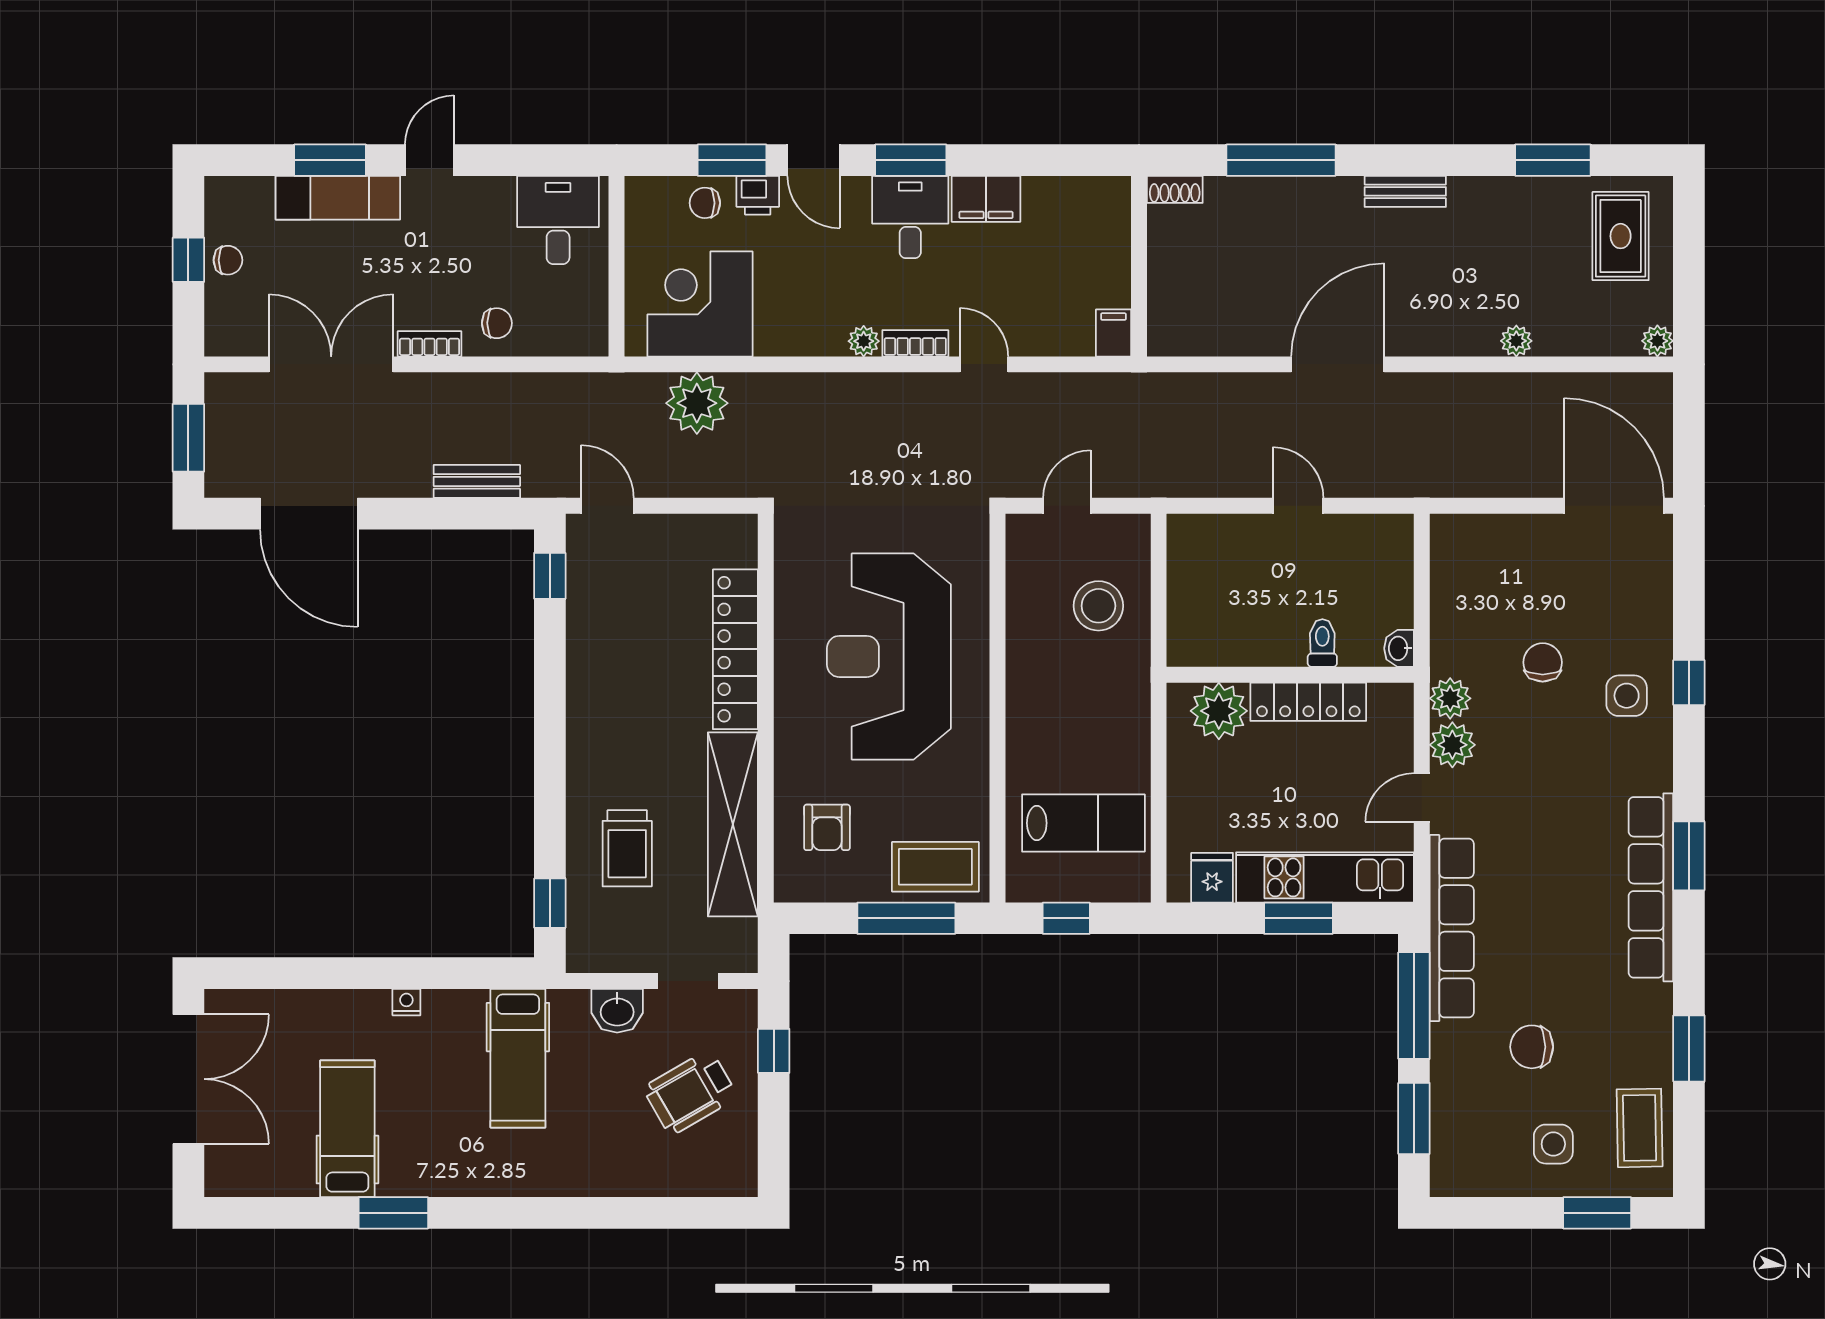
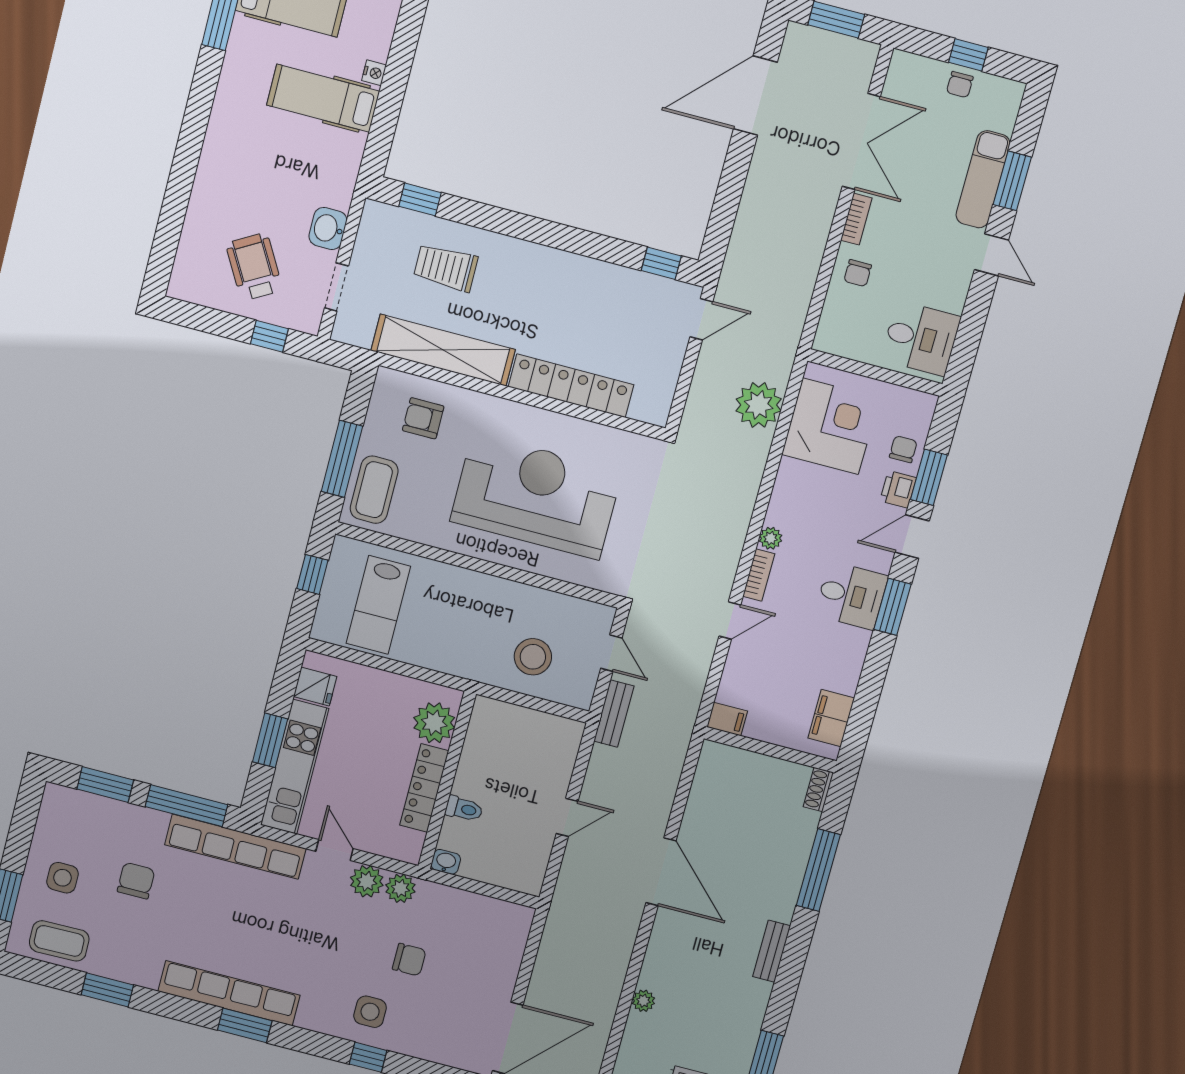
filing cabinet: (986, 199) -> (831, 718), moved
bench: (477, 481) -> (614, 714), moved
hospital bed: (518, 1058) -> (323, 98), moved

